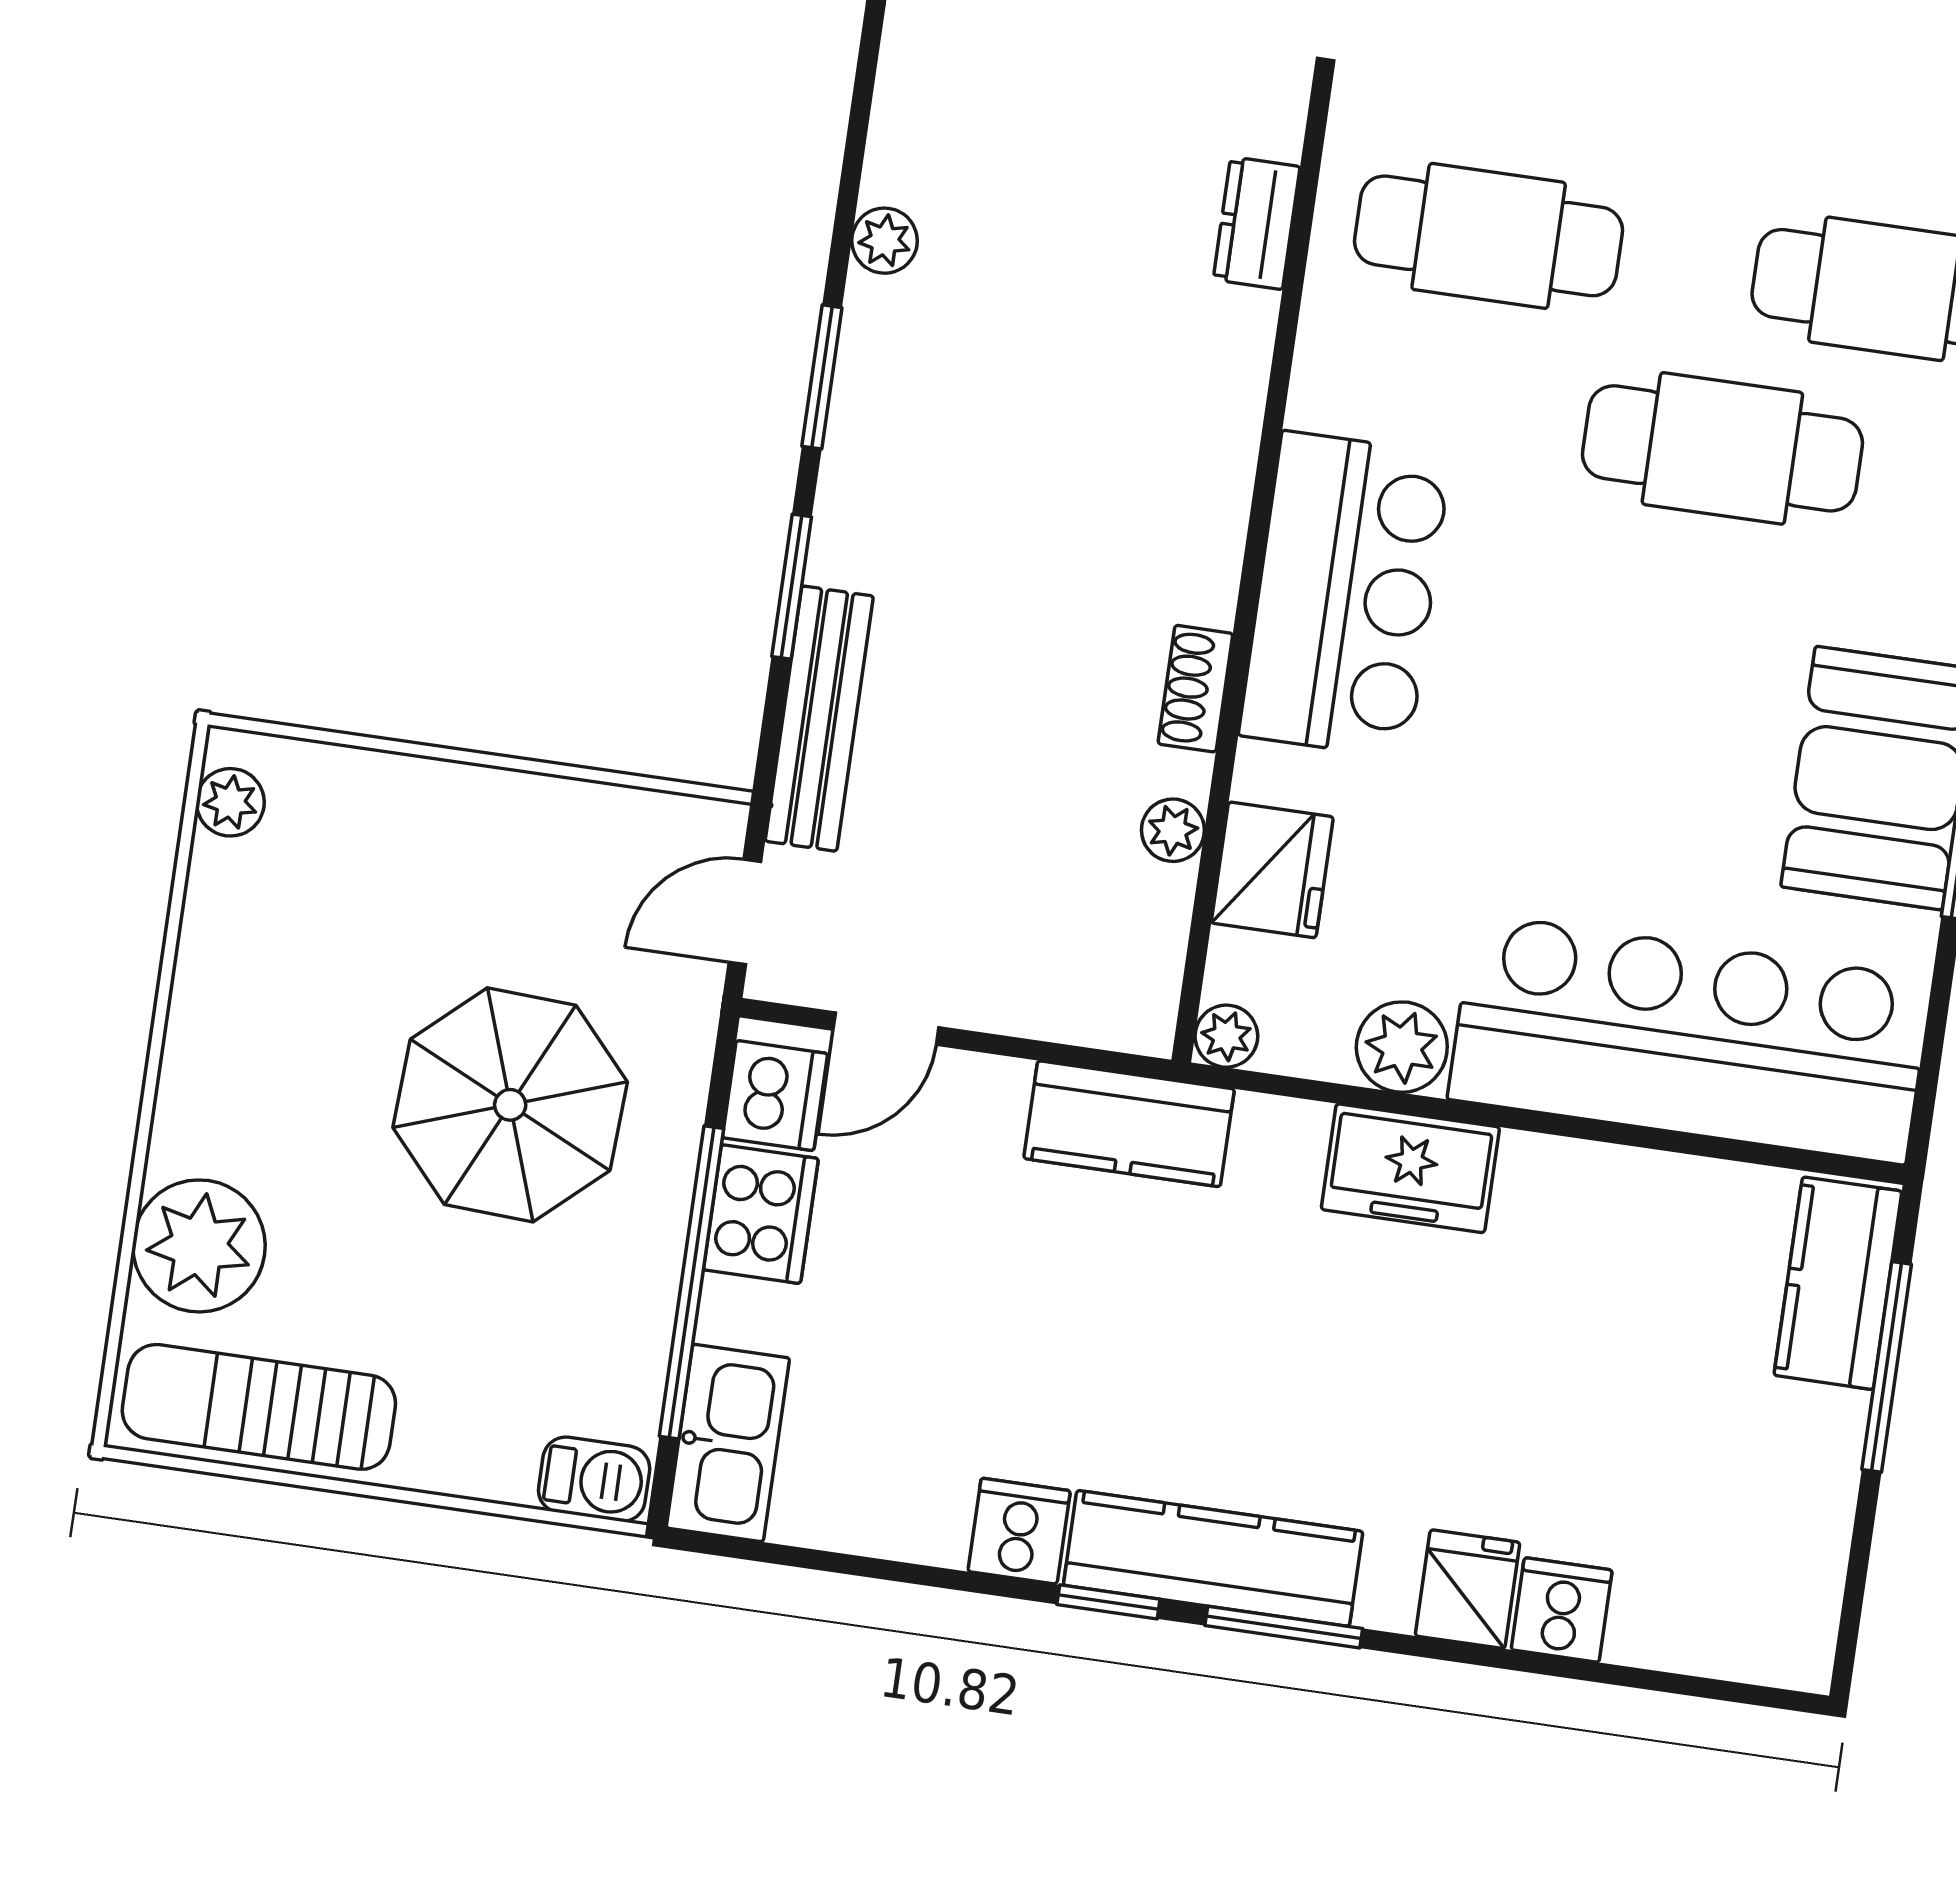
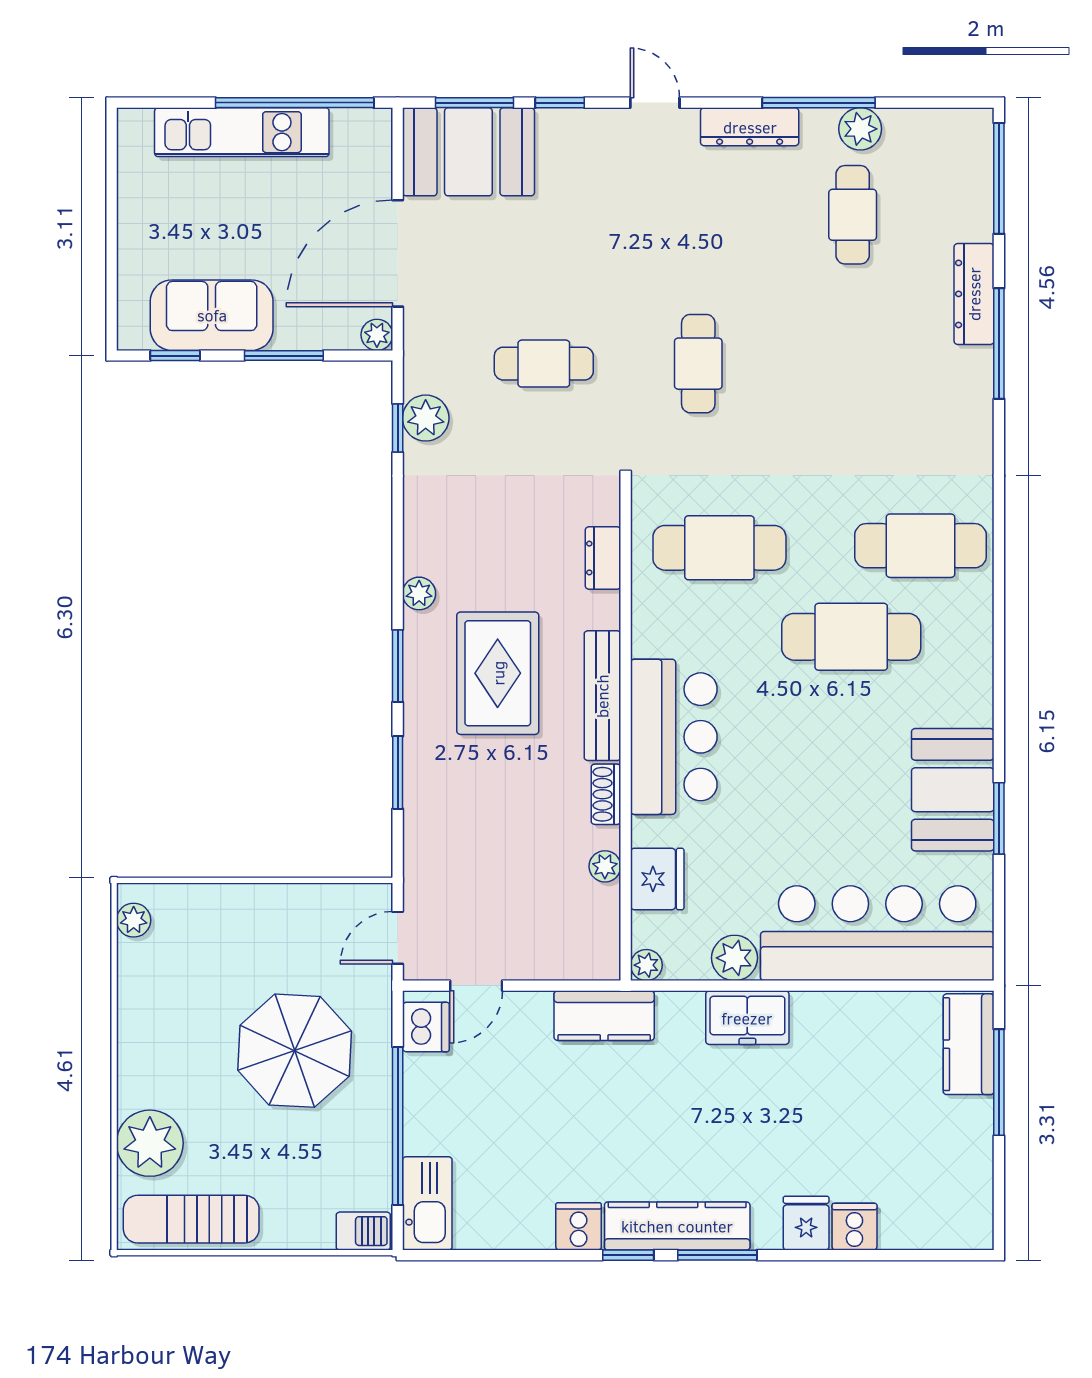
rug: (1017, 420) -> (498, 673), added
bench: (819, 719) -> (602, 696), moved
cooker: (761, 1214) -> (427, 1087), removed

